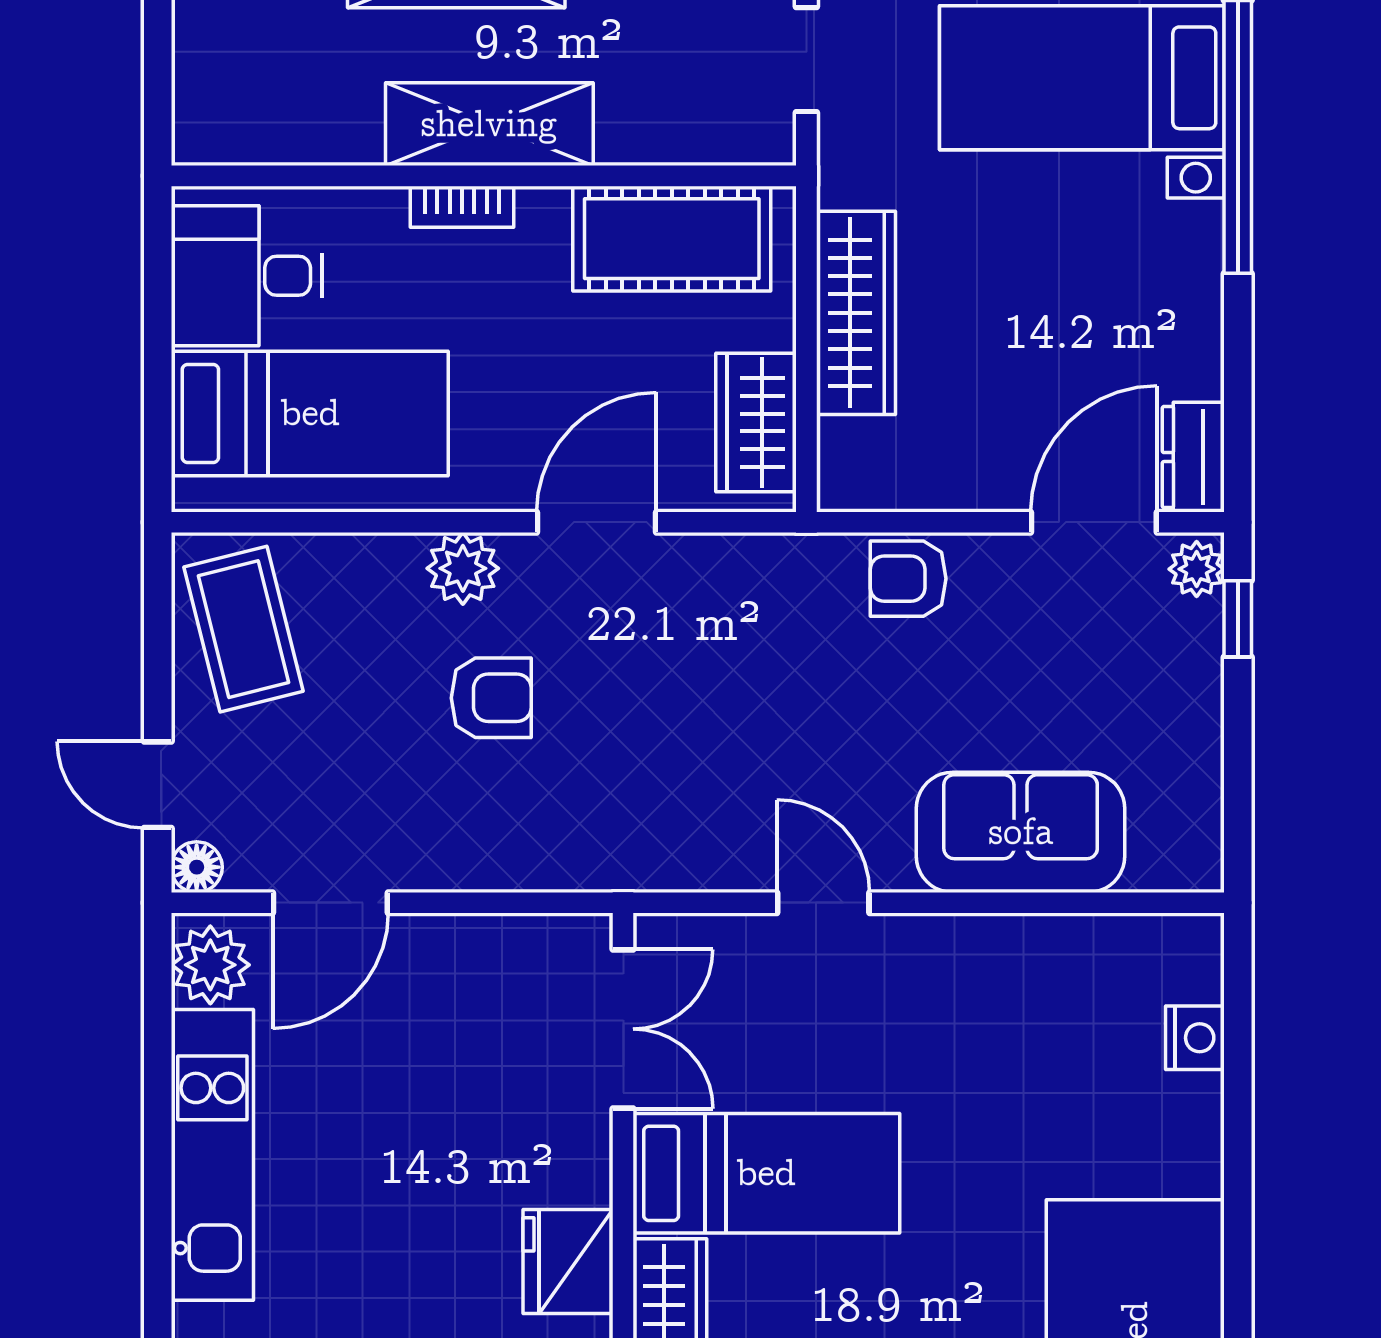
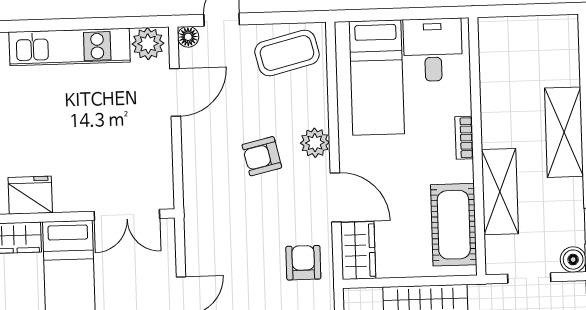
shelving: (489, 124) -> (500, 192), moved
wardrobe: (756, 422) -> (358, 250), moved, turned 90
armchair: (752, 606) -> (303, 263), added
armchair: (491, 698) -> (262, 156), turned 77
door: (330, 903) -> (175, 92), swing flipped

